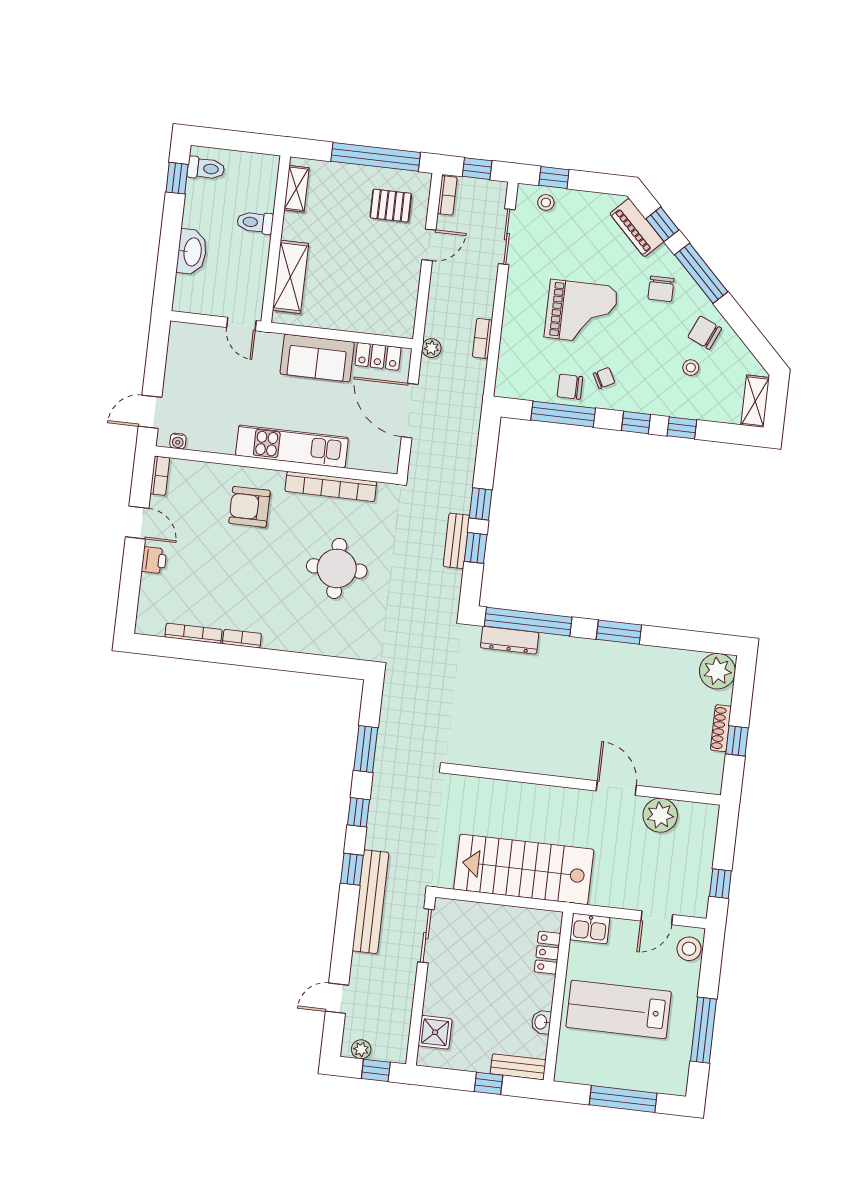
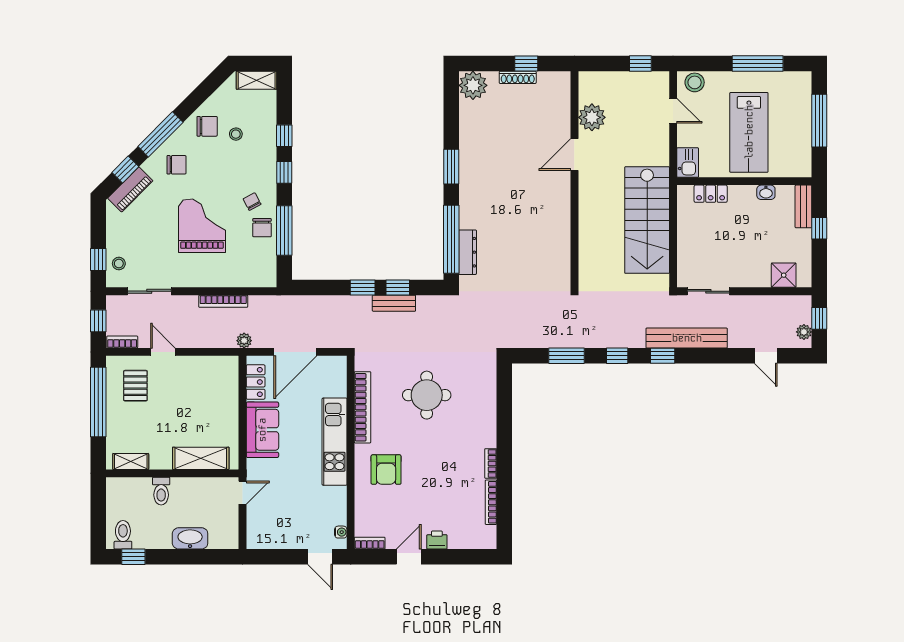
chair: (705, 333) -> (207, 126), turned -114
bookcase: (482, 339) -> (223, 301), width x1.56

